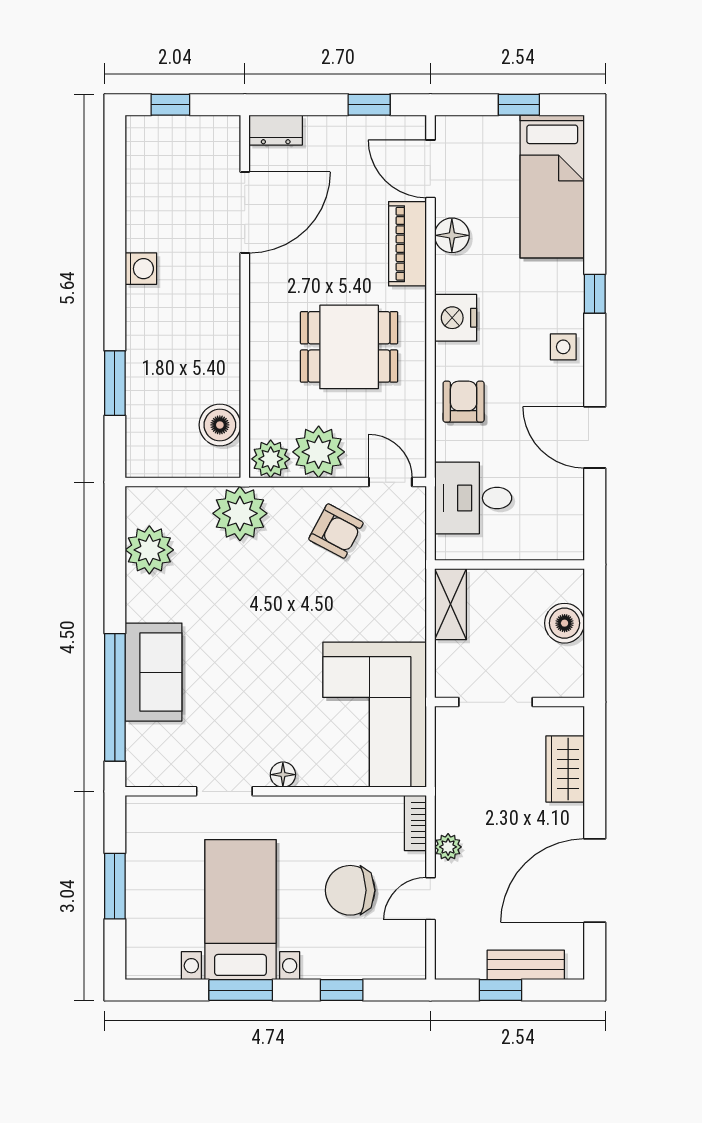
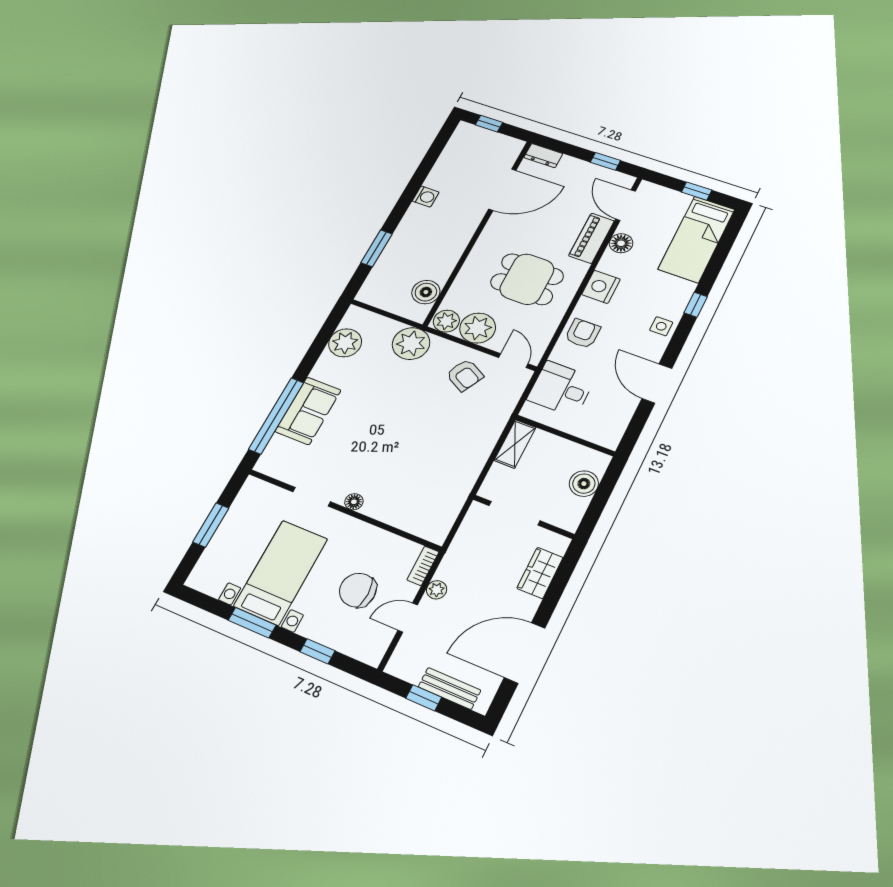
corner sofa: (375, 715) -> (432, 490), removed

